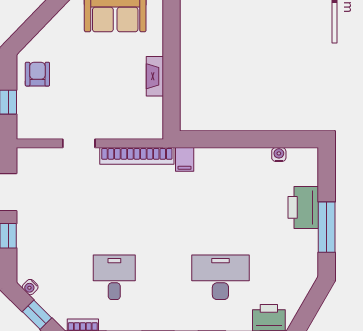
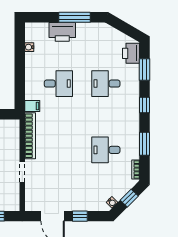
desk: (220, 201) -> (58, 84), added
desk: (220, 277) -> (106, 84), width x0.73

